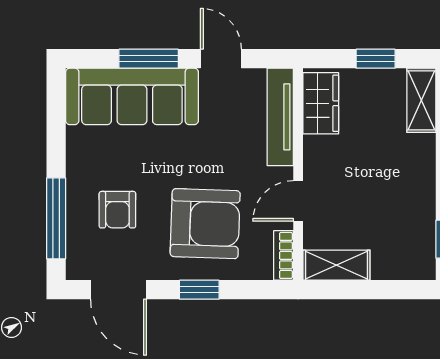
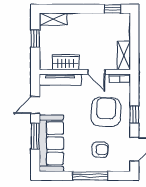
wardrobe: (321, 103) -> (66, 62), moved
window: (56, 218) -> (90, 176), moved

